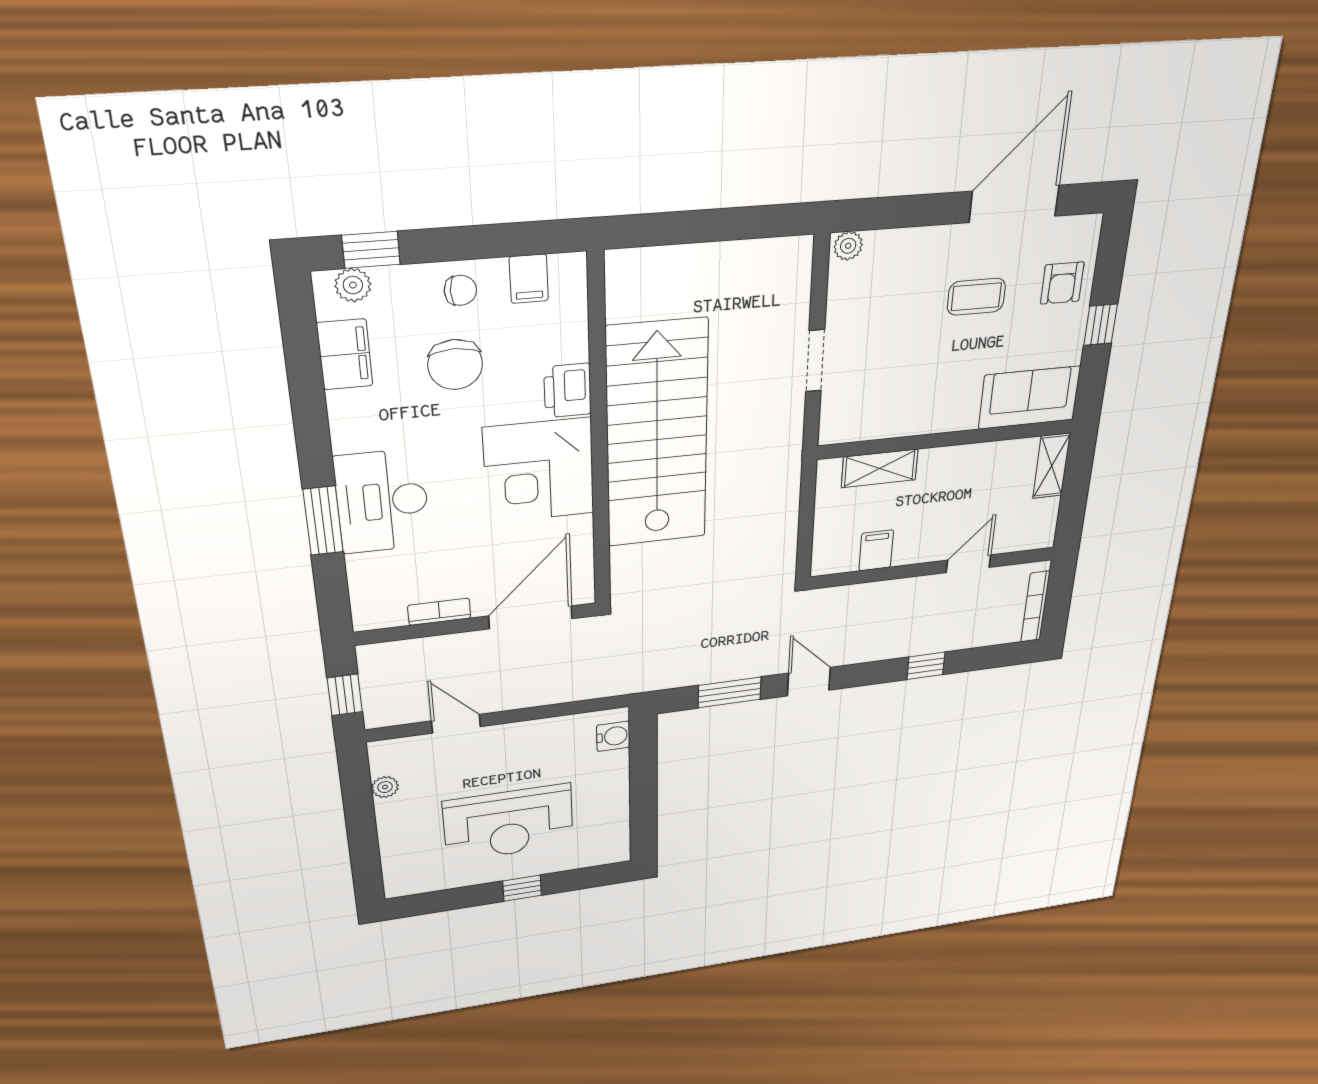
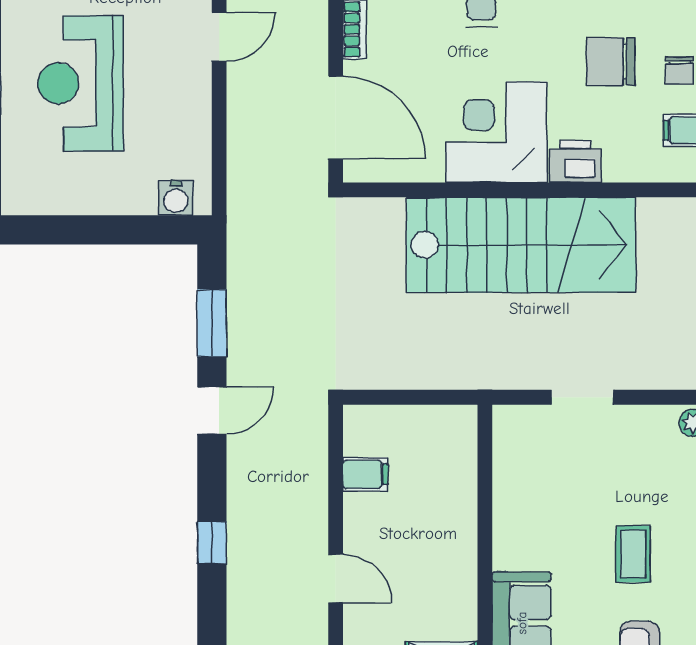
shelving: (880, 468) -> (460, 471), removed

